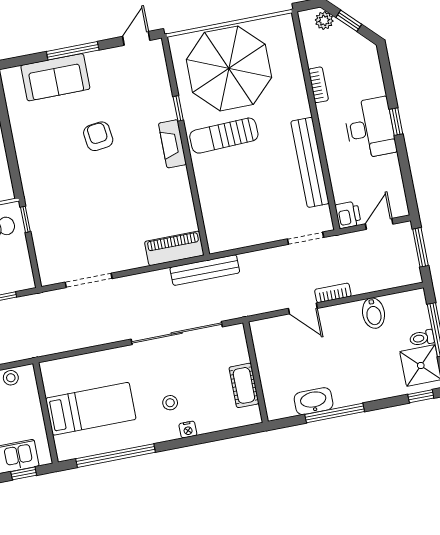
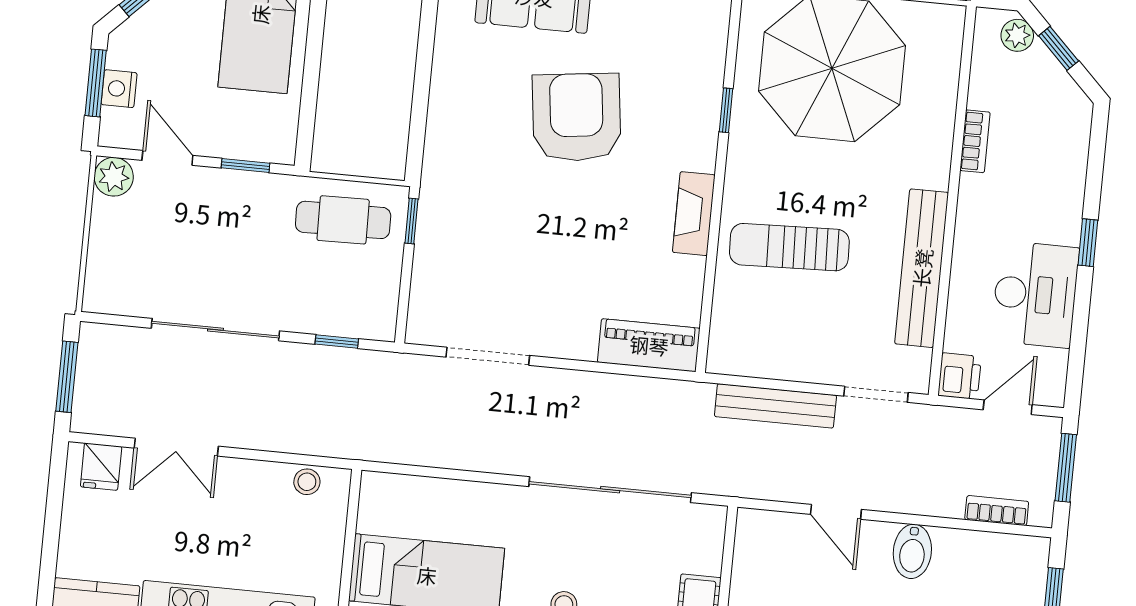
desk: (370, 128) -> (1035, 294), moved
armchair: (98, 136) -> (576, 117), width x1.88, depth x1.88
sun lounger: (224, 136) -> (789, 247), moved
fireplace: (172, 144) -> (694, 214), moved
bench: (205, 270) -> (775, 406), moved
bookcase: (333, 293) -> (997, 511), moved
bidet: (374, 313) -> (912, 551), moved

